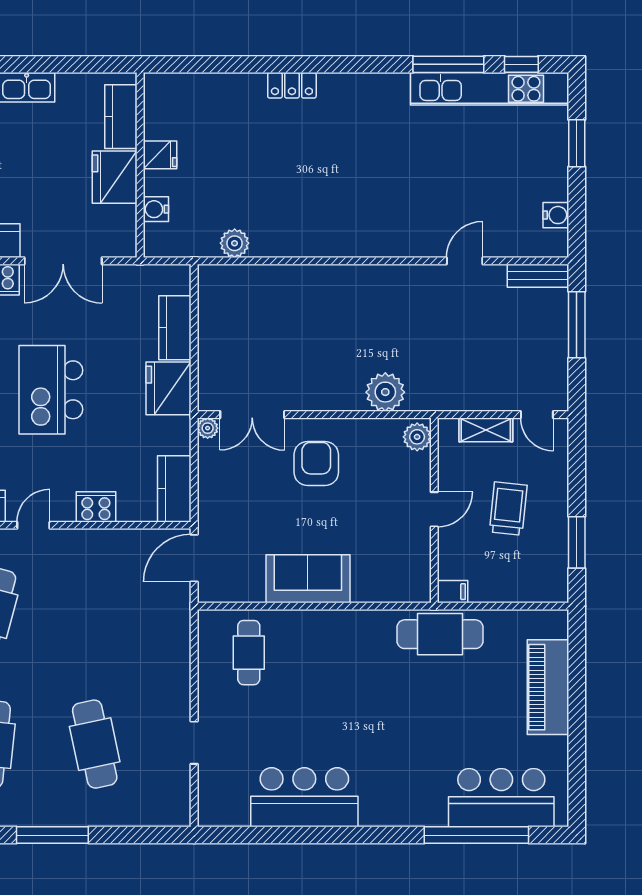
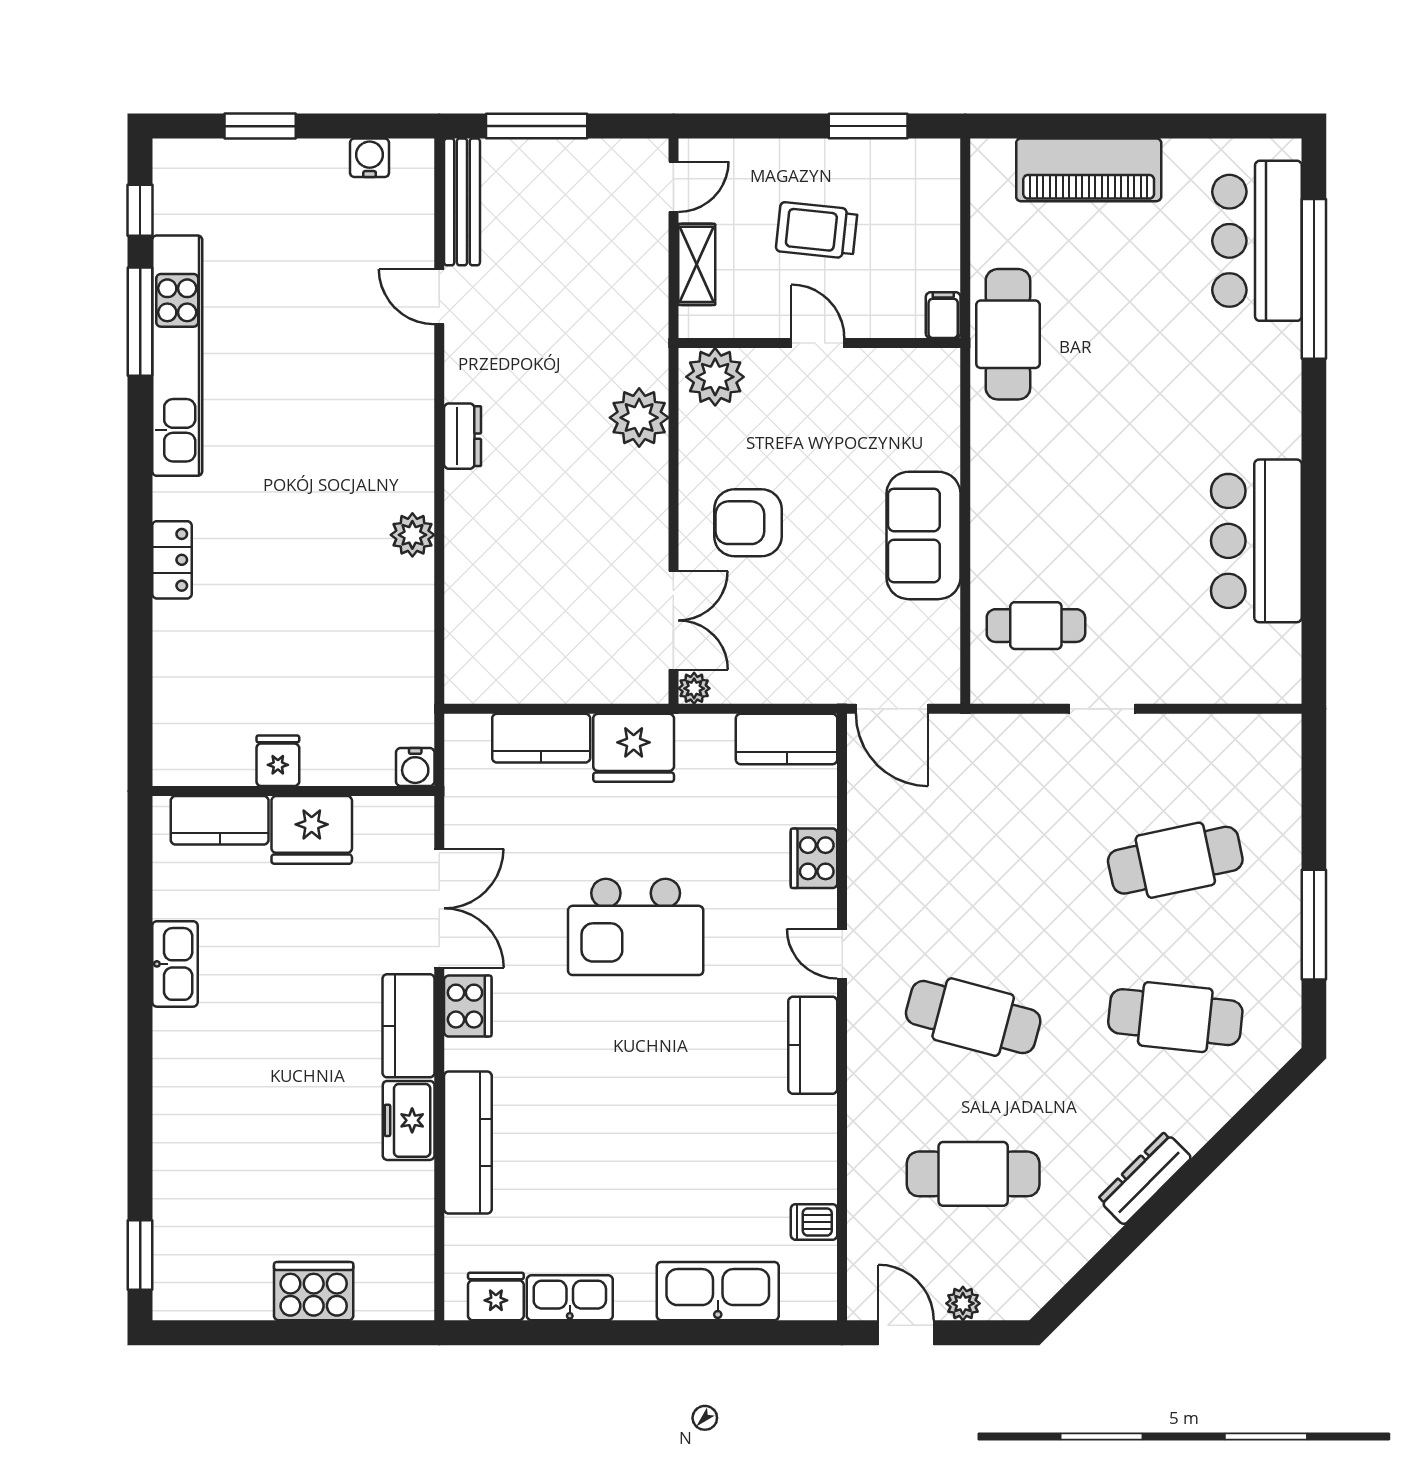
kitchen unit: (490, 89) -> (177, 356), moved
water cooler: (156, 209) -> (415, 767), moved
plant: (235, 243) -> (412, 535), moved
dresser: (373, 276) -> (463, 436), added
bench: (538, 276) -> (462, 202), width x1.36
plant: (417, 437) -> (715, 377), width x1.36, depth x1.36
doorway: (194, 743) -> (1102, 709), moved

